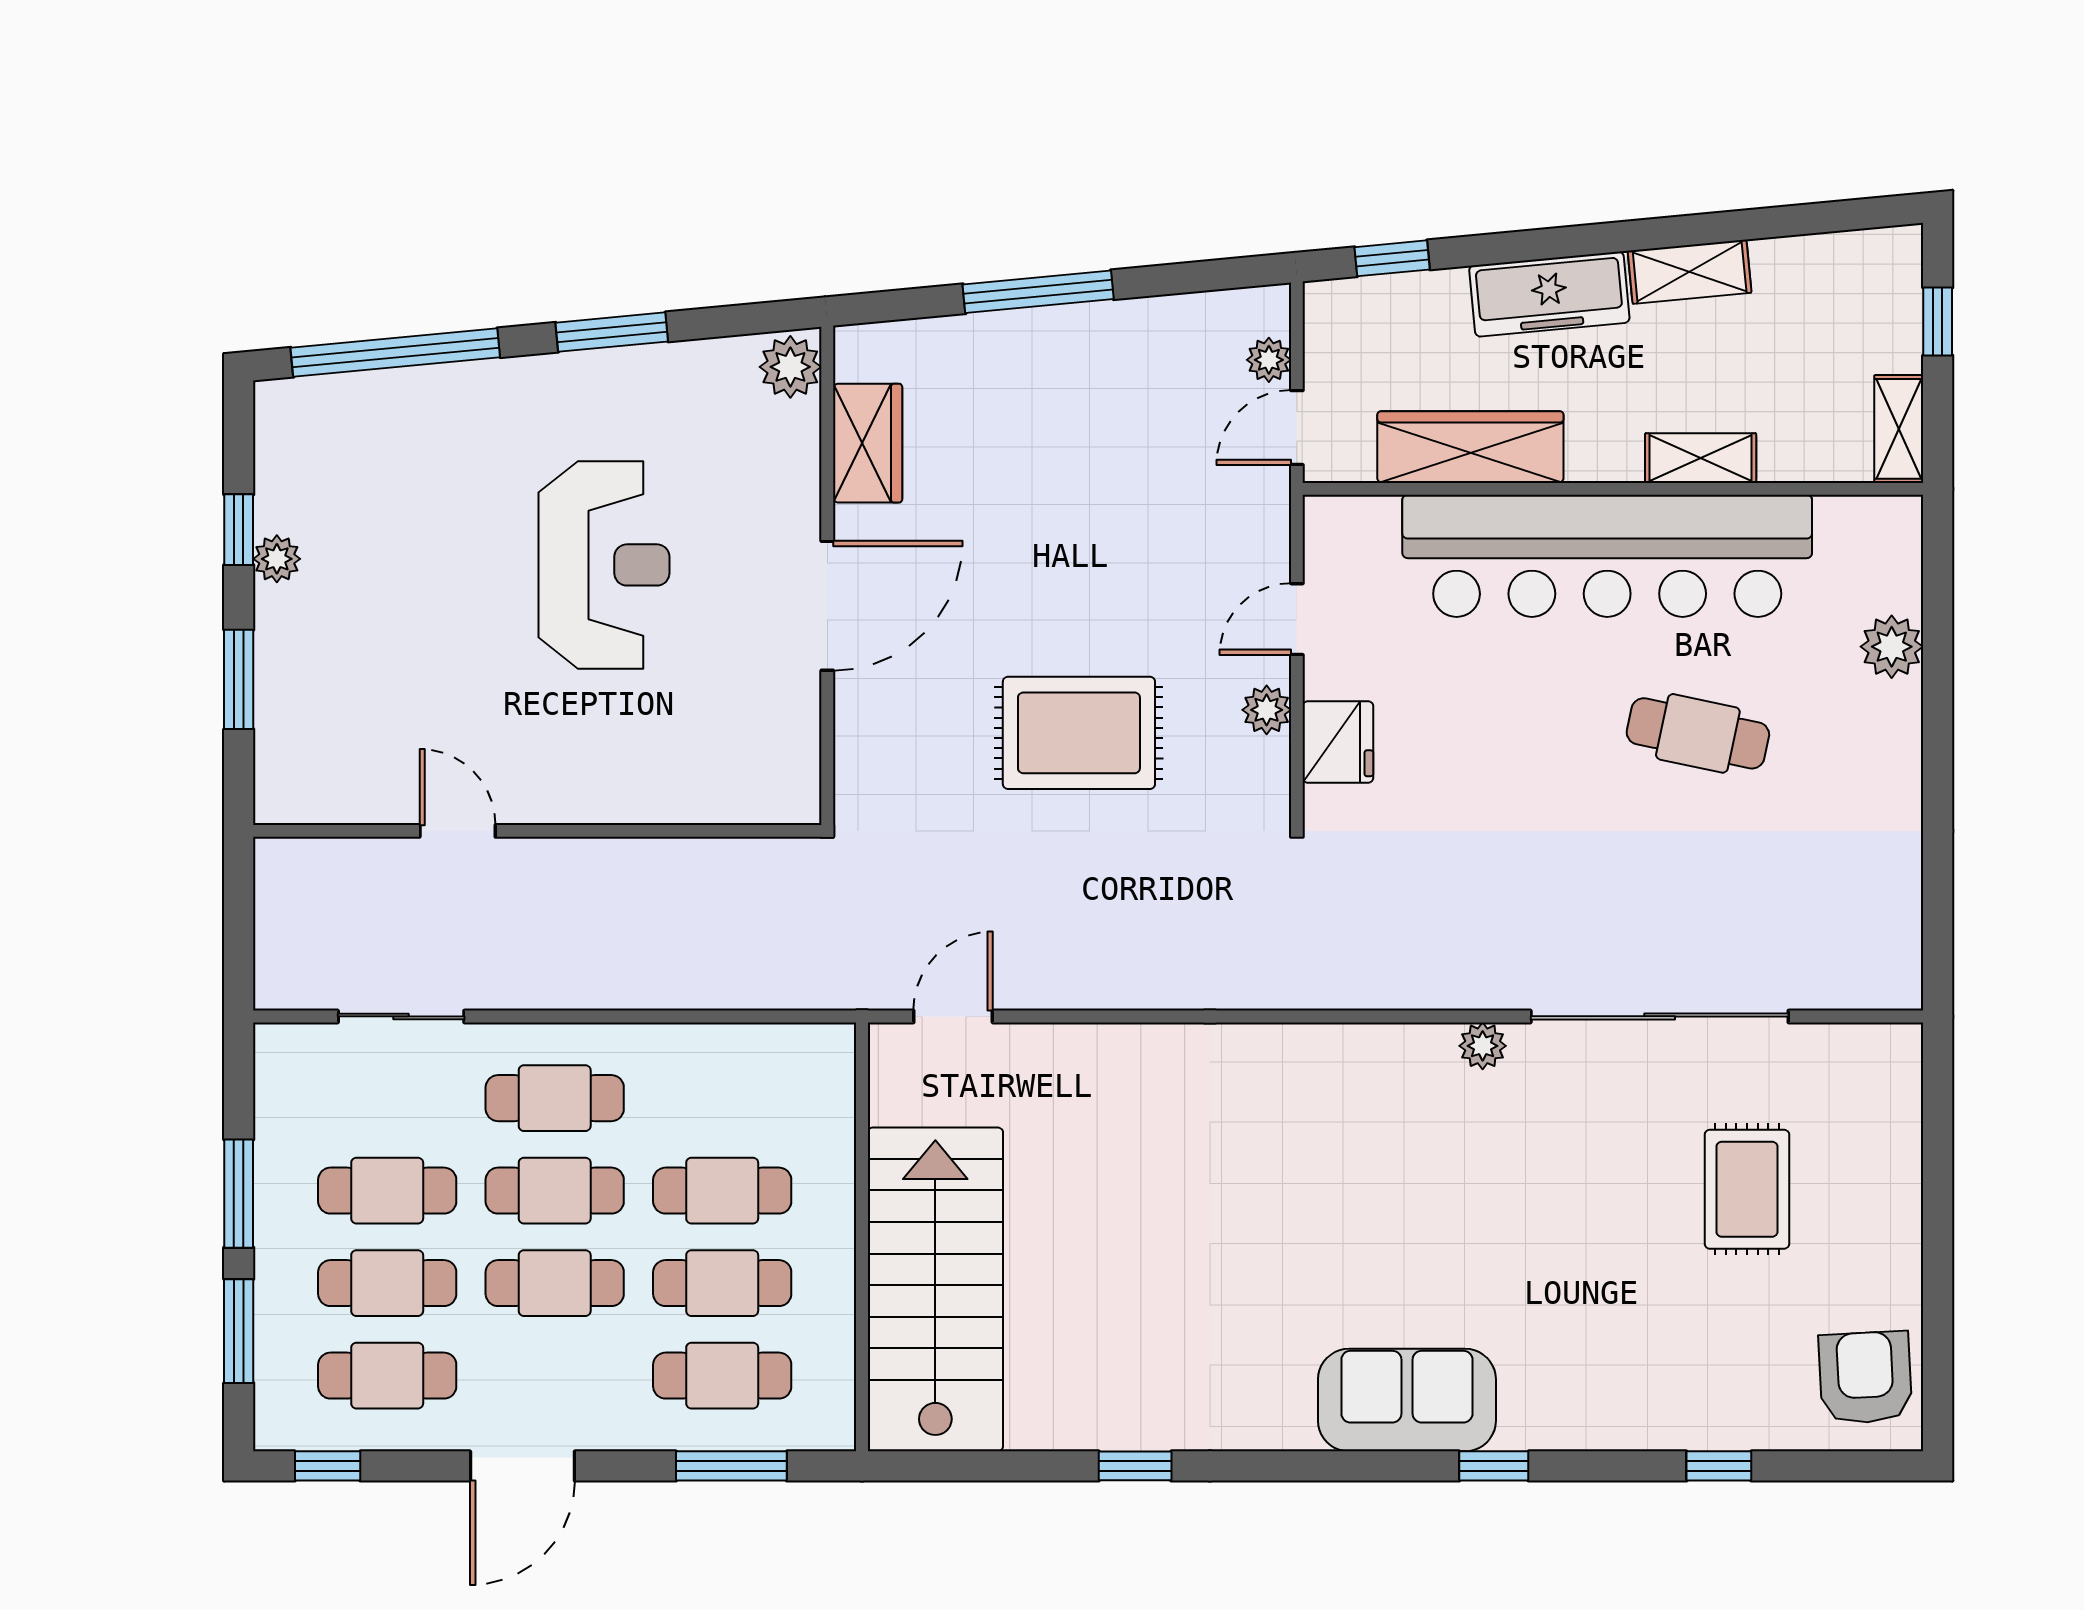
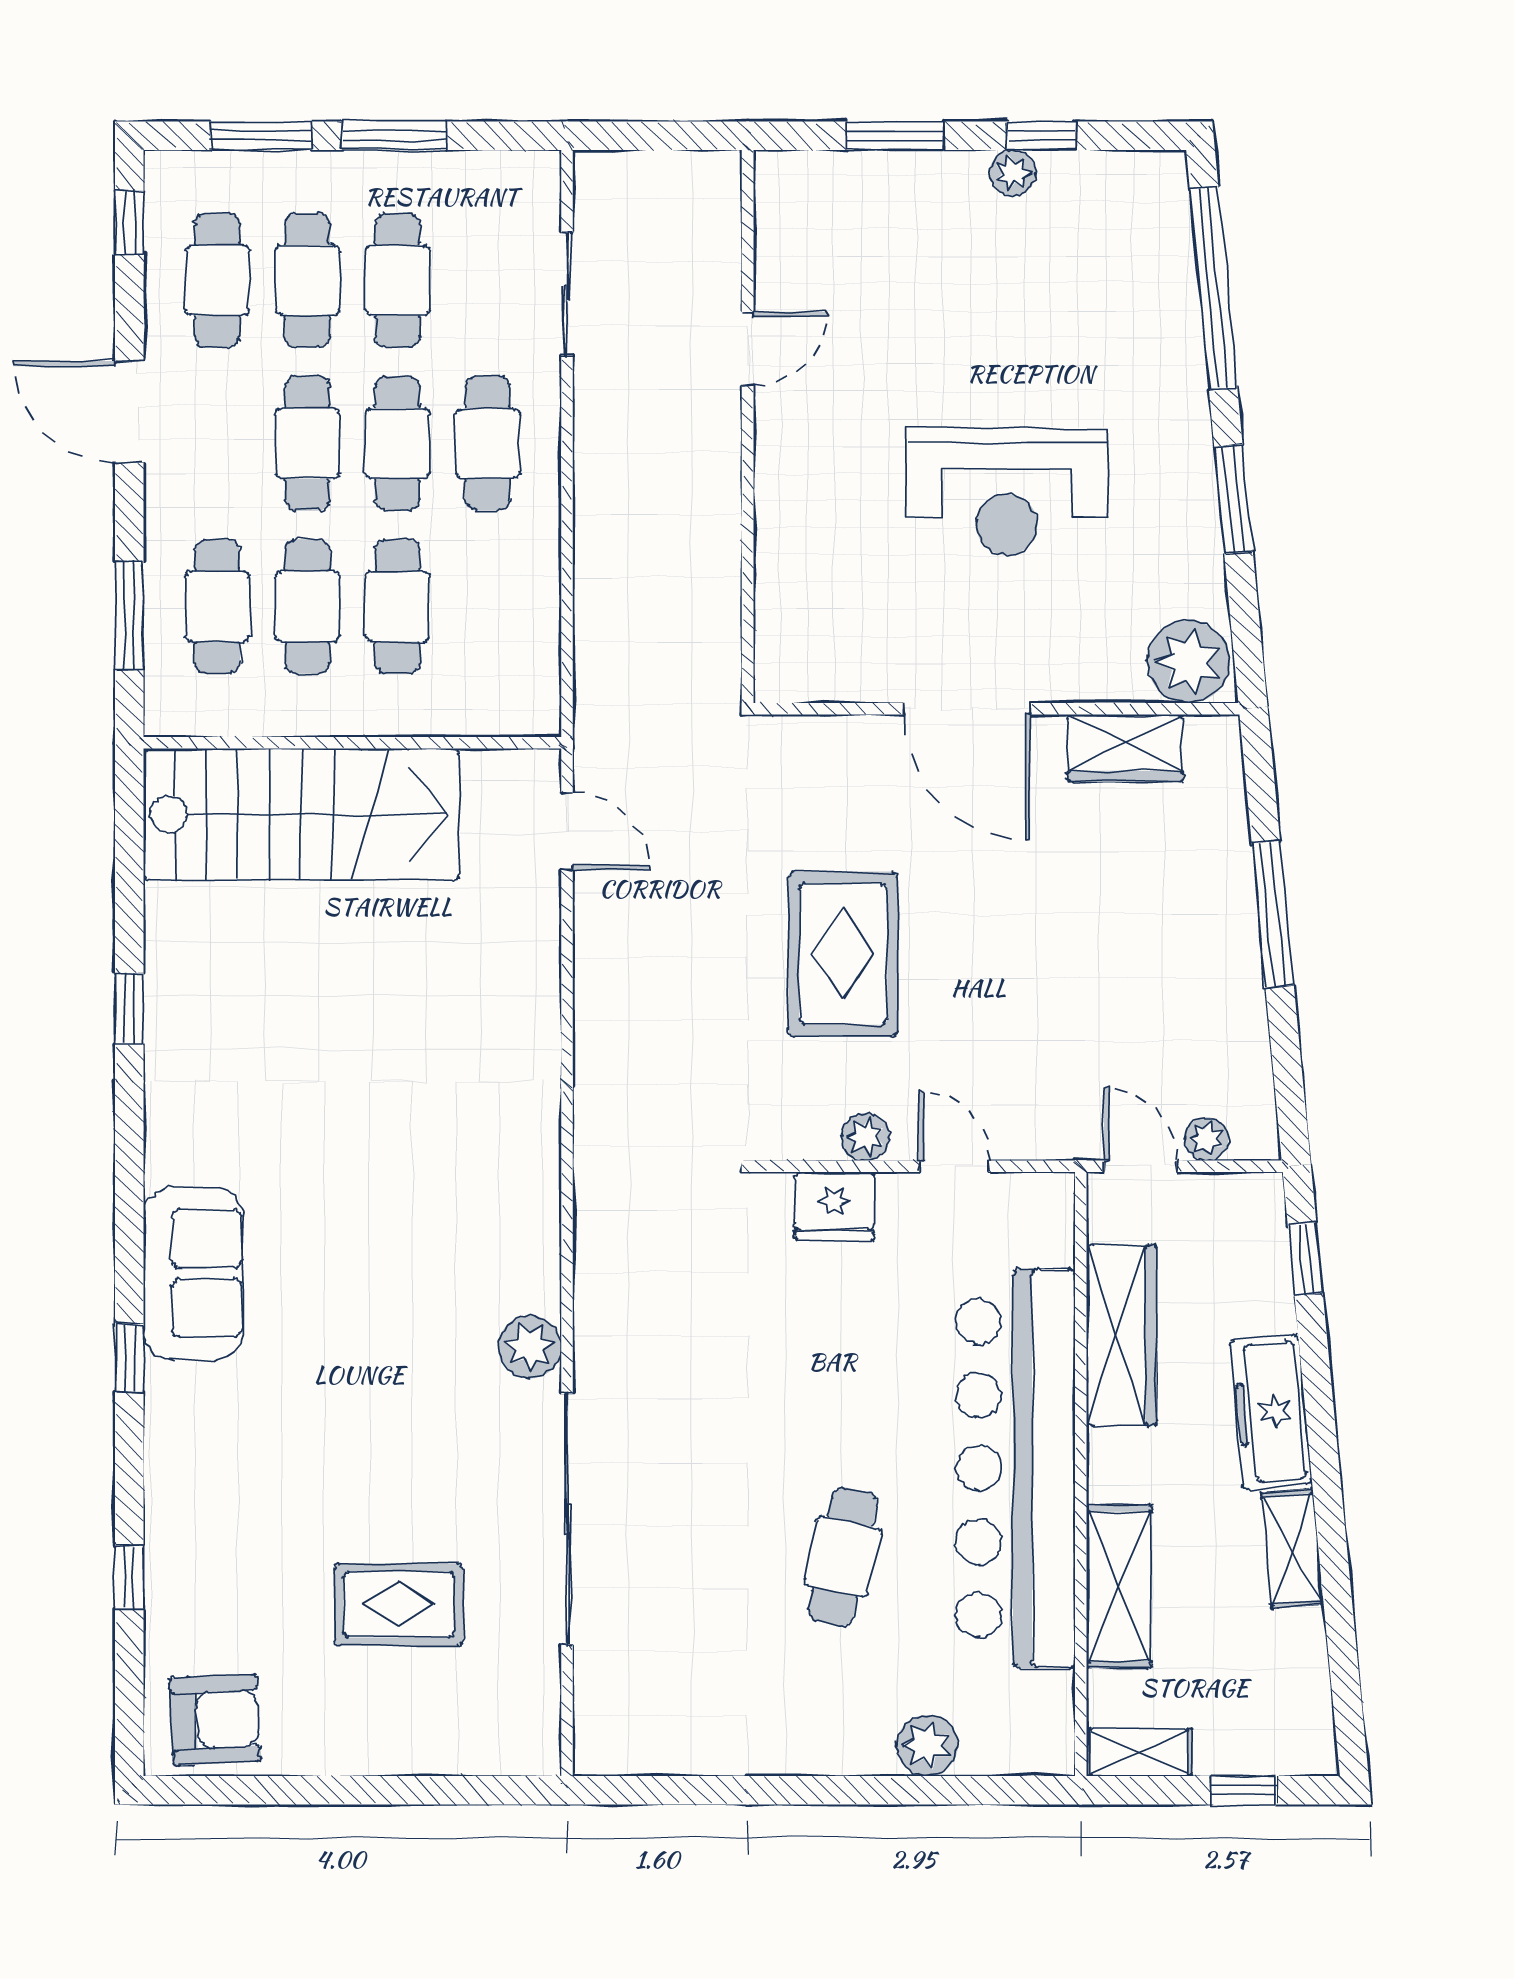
plant: (790, 367) -> (1189, 662), width x1.36, depth x1.36
shelving: (1701, 458) -> (1119, 1586), width x1.50, depth x1.33
plant: (1483, 1046) -> (530, 1347), width x1.38, depth x1.38

